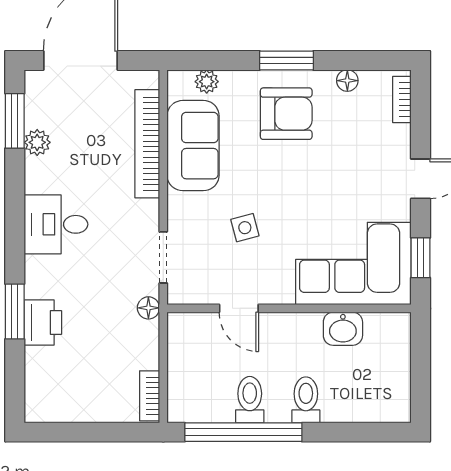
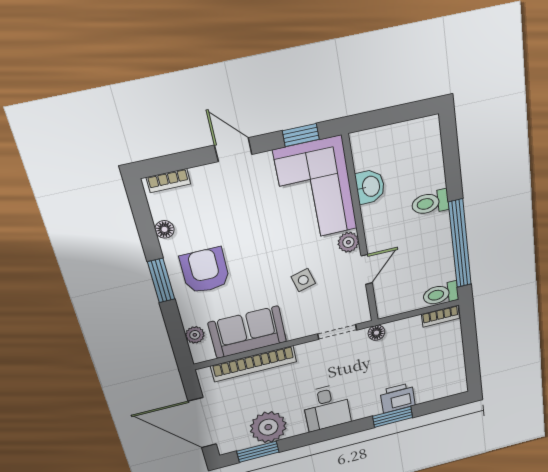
plant: (37, 142) -> (268, 427), width x1.88, depth x1.88
plant: (280, 291) -> (348, 242), added
toilet: (250, 400) -> (441, 294), moved

